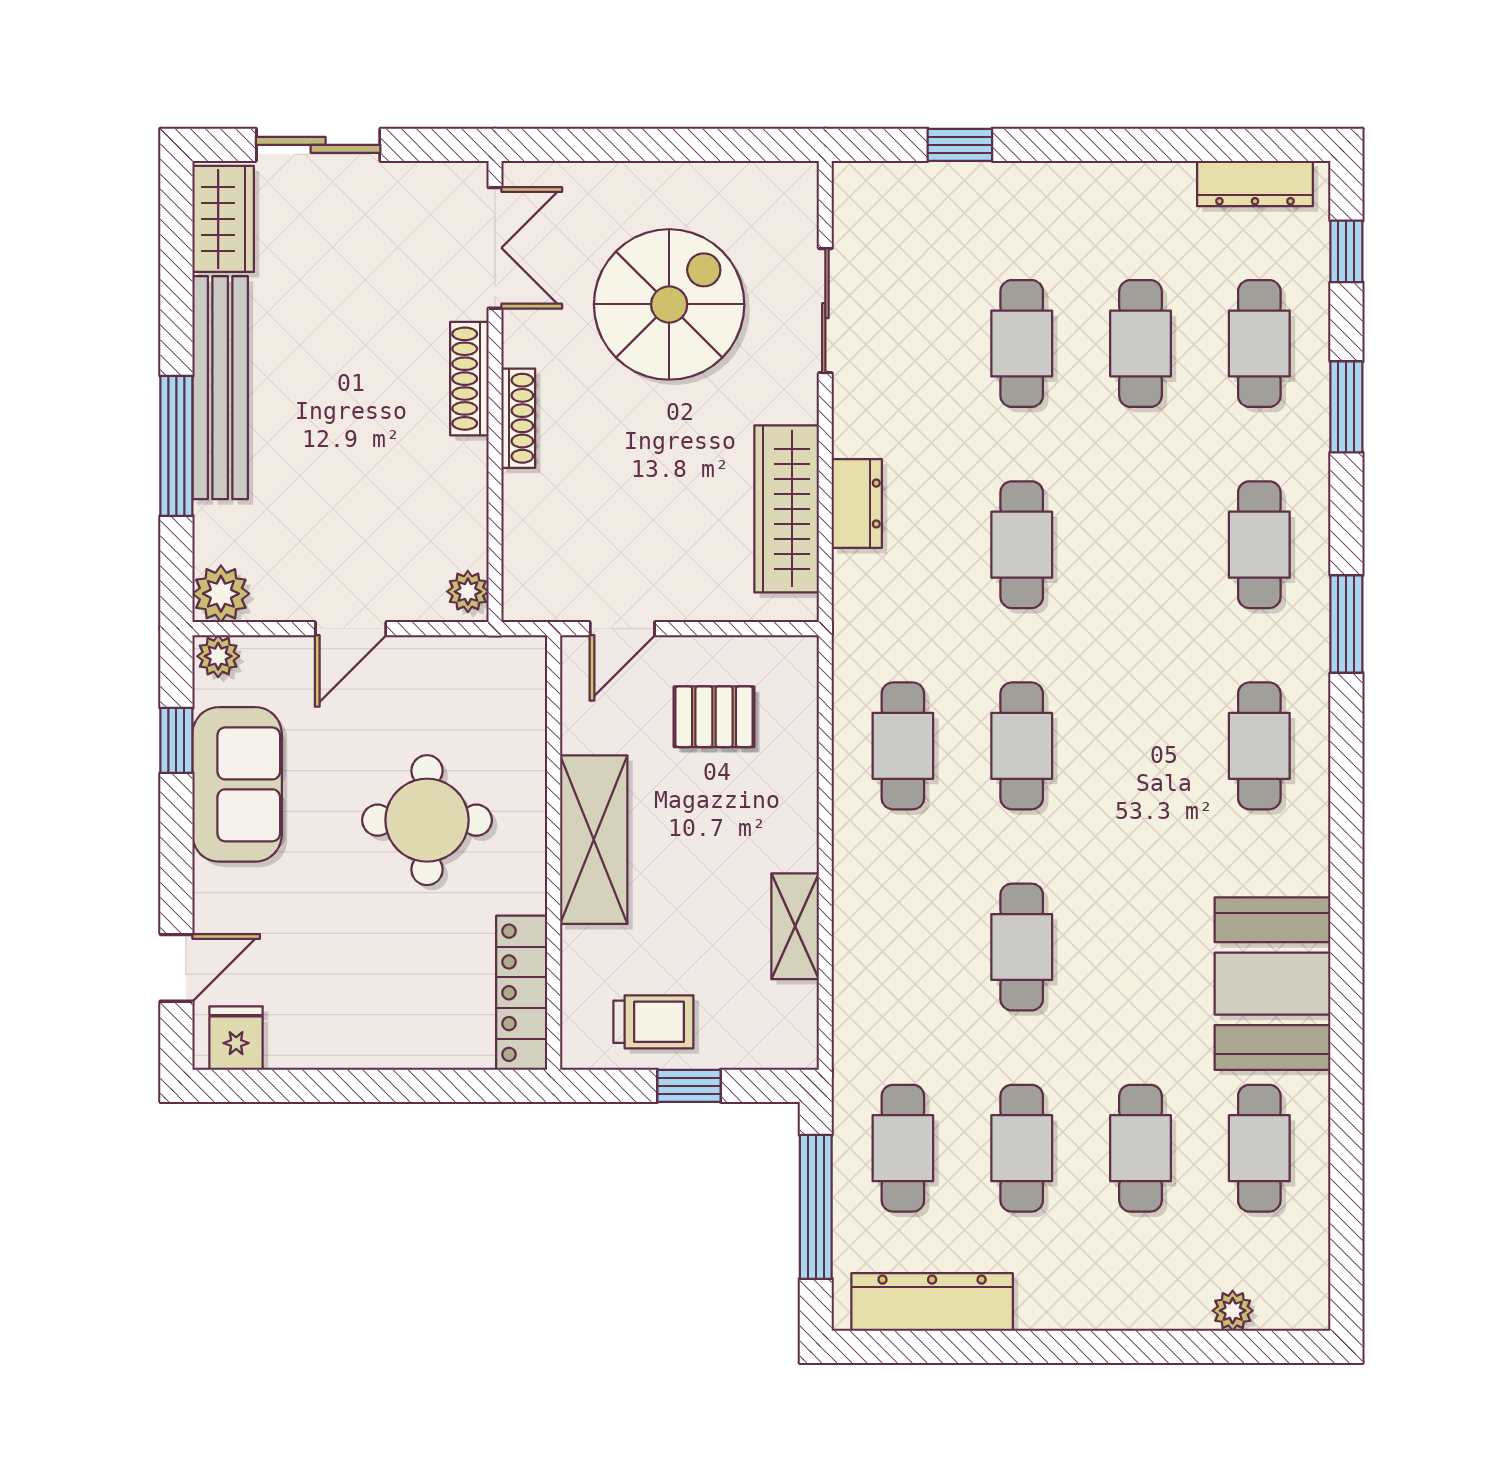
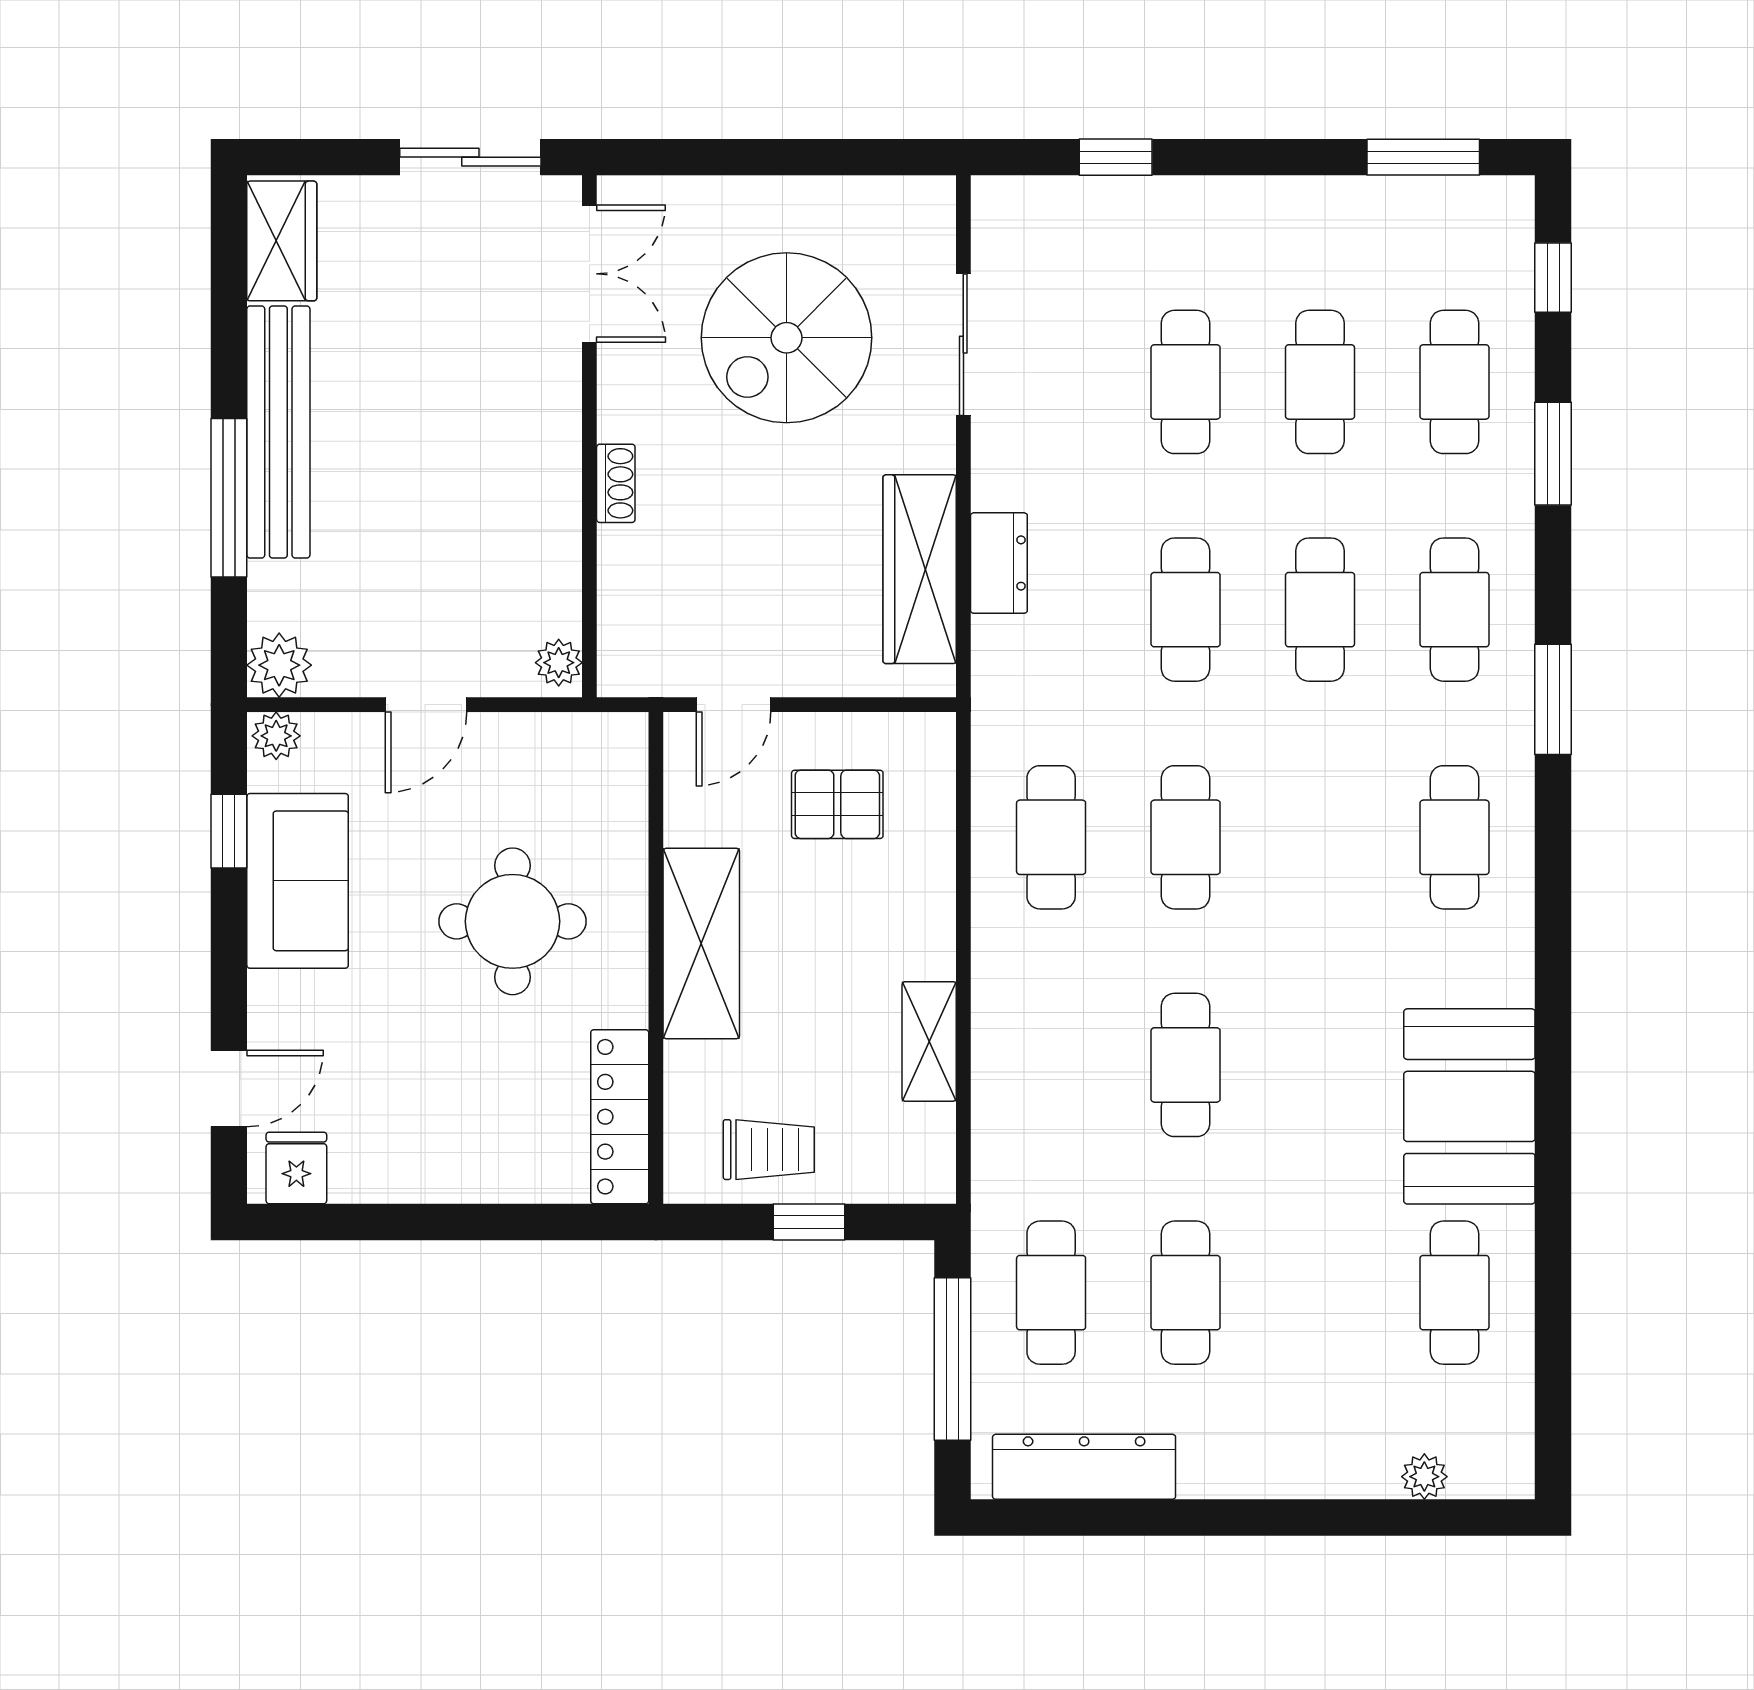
sliding door: (318, 145) -> (470, 157), moved
window: (1232, 145) -> (1423, 157), added
dresser: (1255, 184) -> (1450, 201), removed
spiral stairs: (669, 304) -> (787, 338), turned 180
shoe rack: (469, 379) -> (560, 422), removed
shoe rack: (518, 418) -> (616, 483), width x0.70
cafe table: (1140, 1148) -> (1320, 610), moved

